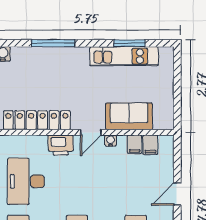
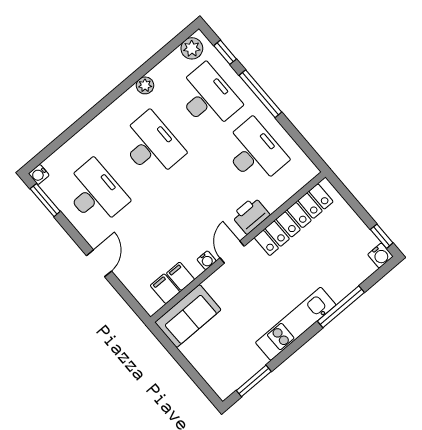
window: (129, 43) -> (254, 381), moved
kitchen unit: (124, 56) -> (296, 324), moved
sofa: (129, 116) -> (188, 316), moved

